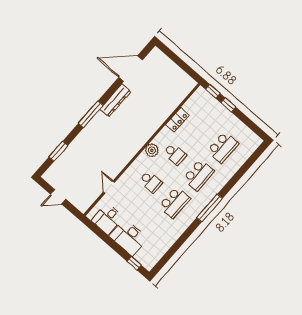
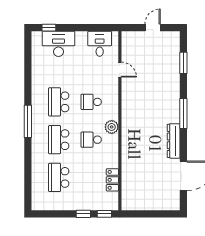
locker: (177, 120) -> (112, 180), moved
desk: (128, 237) -> (58, 44), moved

